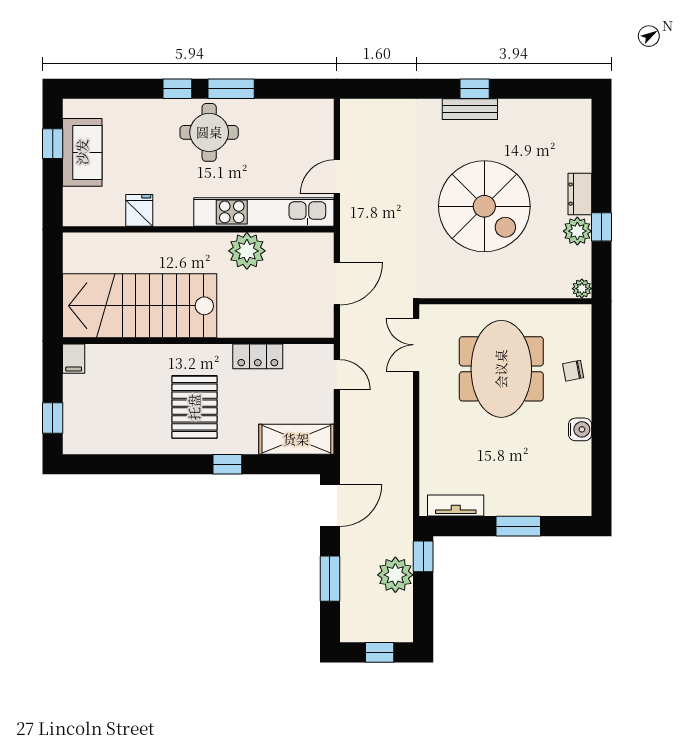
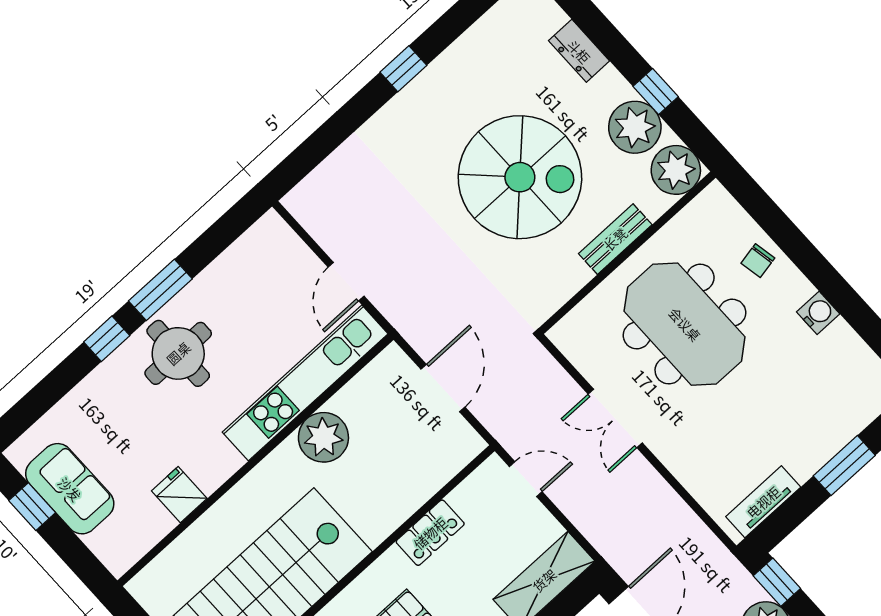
bench: (470, 109) -> (615, 239), moved
dresser: (580, 194) -> (579, 51), moved
plant: (577, 231) -> (635, 127), width x1.36, depth x1.36
plant: (582, 289) -> (676, 170), width x1.87, depth x1.87
double door: (416, 345) -> (615, 418), moved

